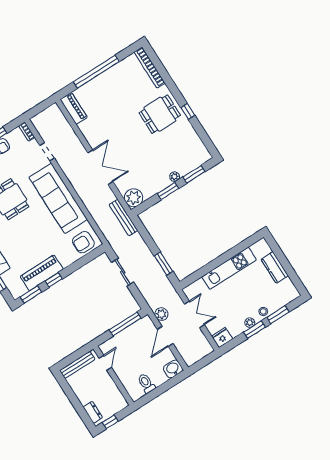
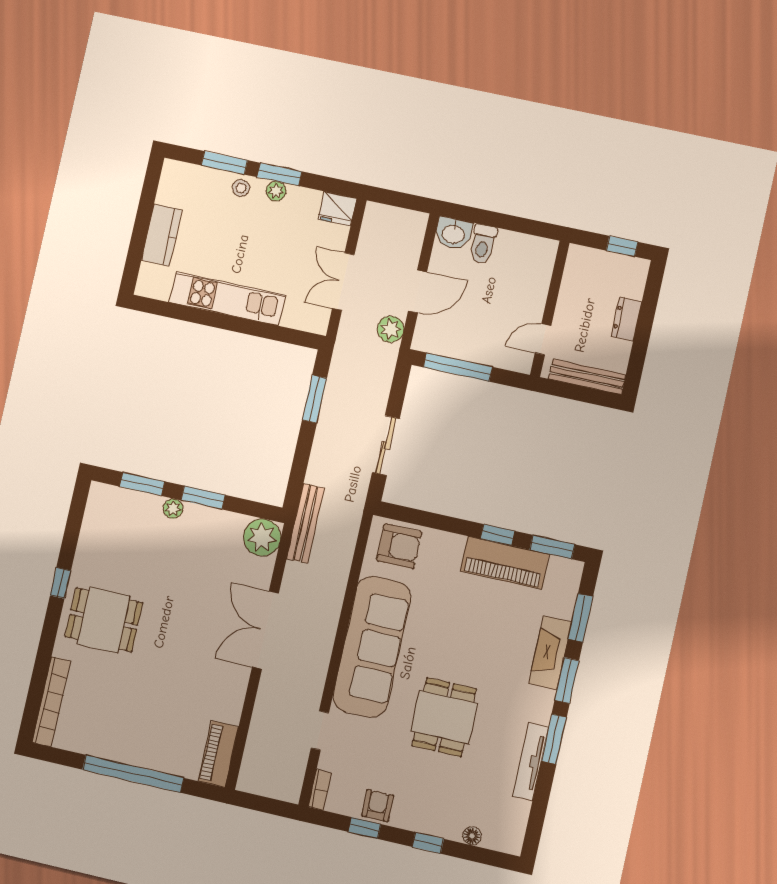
toilet: (146, 383) -> (483, 244), moved
dresser: (93, 412) -> (626, 319), moved

